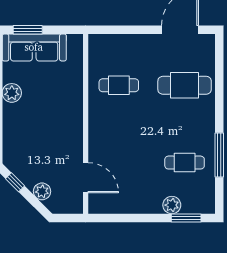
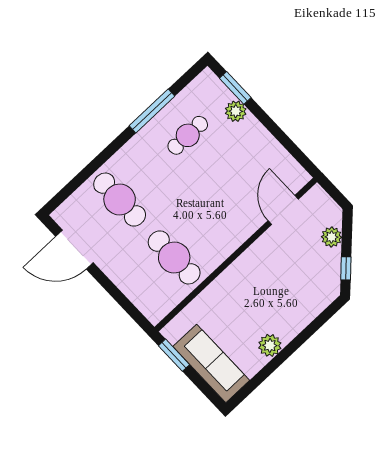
window: (28, 30) -> (174, 355), moved
cafe table: (119, 85) -> (174, 257), width x1.37, depth x1.35
cafe table: (185, 163) -> (188, 135), turned 90

